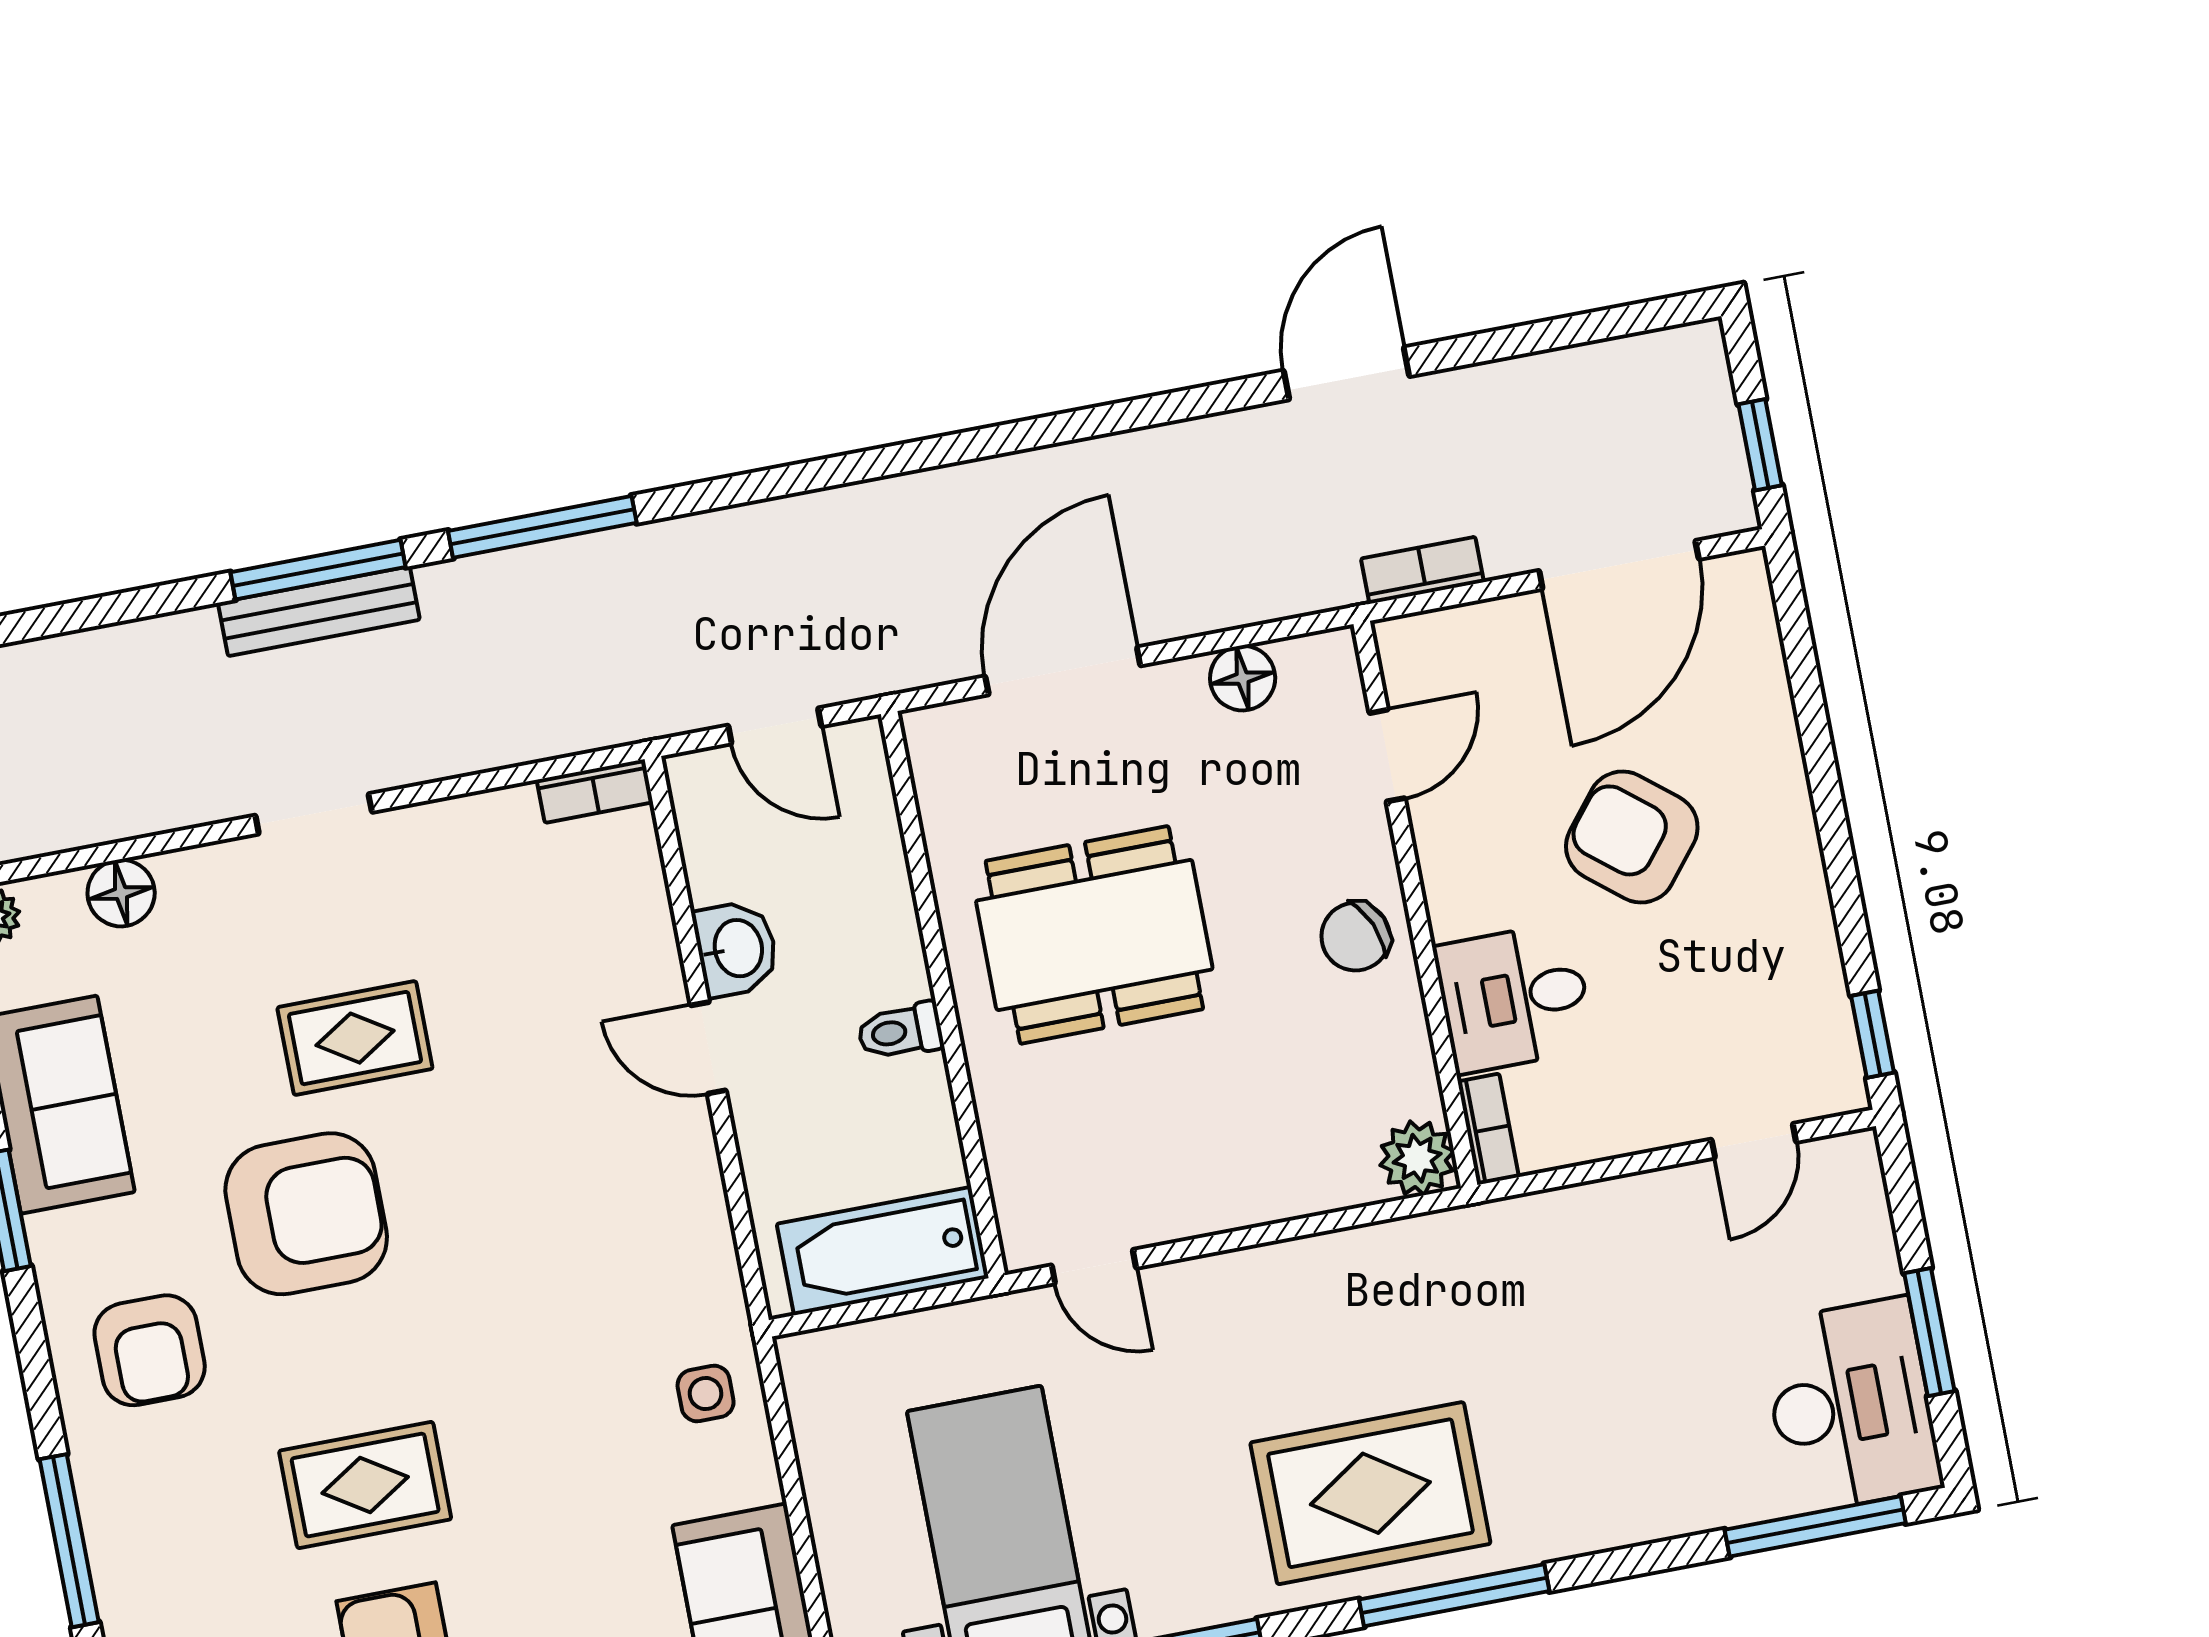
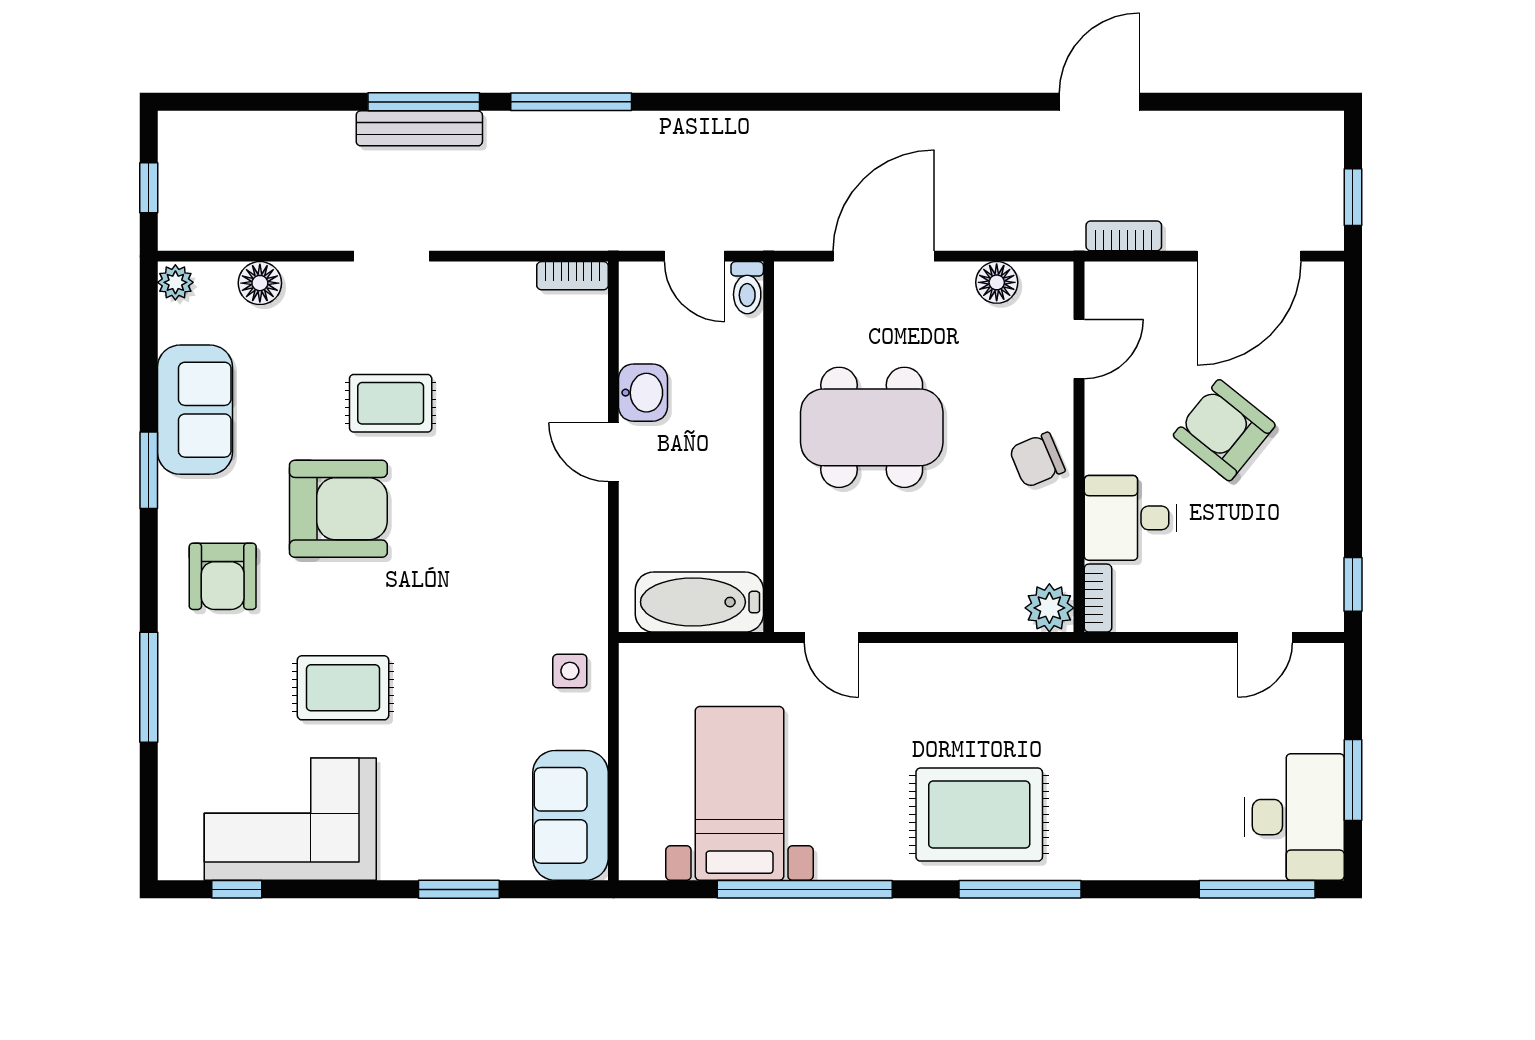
toilet: (900, 1031) -> (747, 288), moved, turned -90

